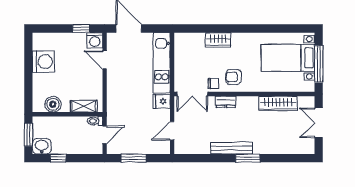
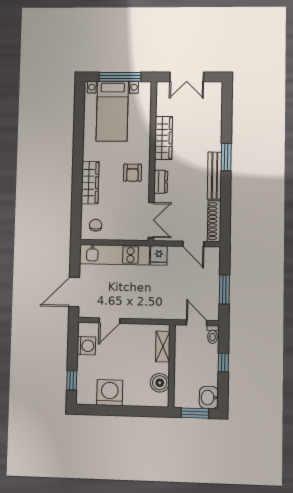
window: (81, 29) -> (72, 380), moved
washing machine: (95, 40) -> (86, 346), moved
wardrobe: (218, 40) -> (90, 183), width x1.50
chair: (213, 84) -> (96, 225), moved
wardrobe: (278, 103) -> (164, 138), moved
toilet: (95, 121) -> (213, 334), moved
shoe rack: (192, 149) -> (214, 221), added
window: (58, 158) -> (223, 363), moved

